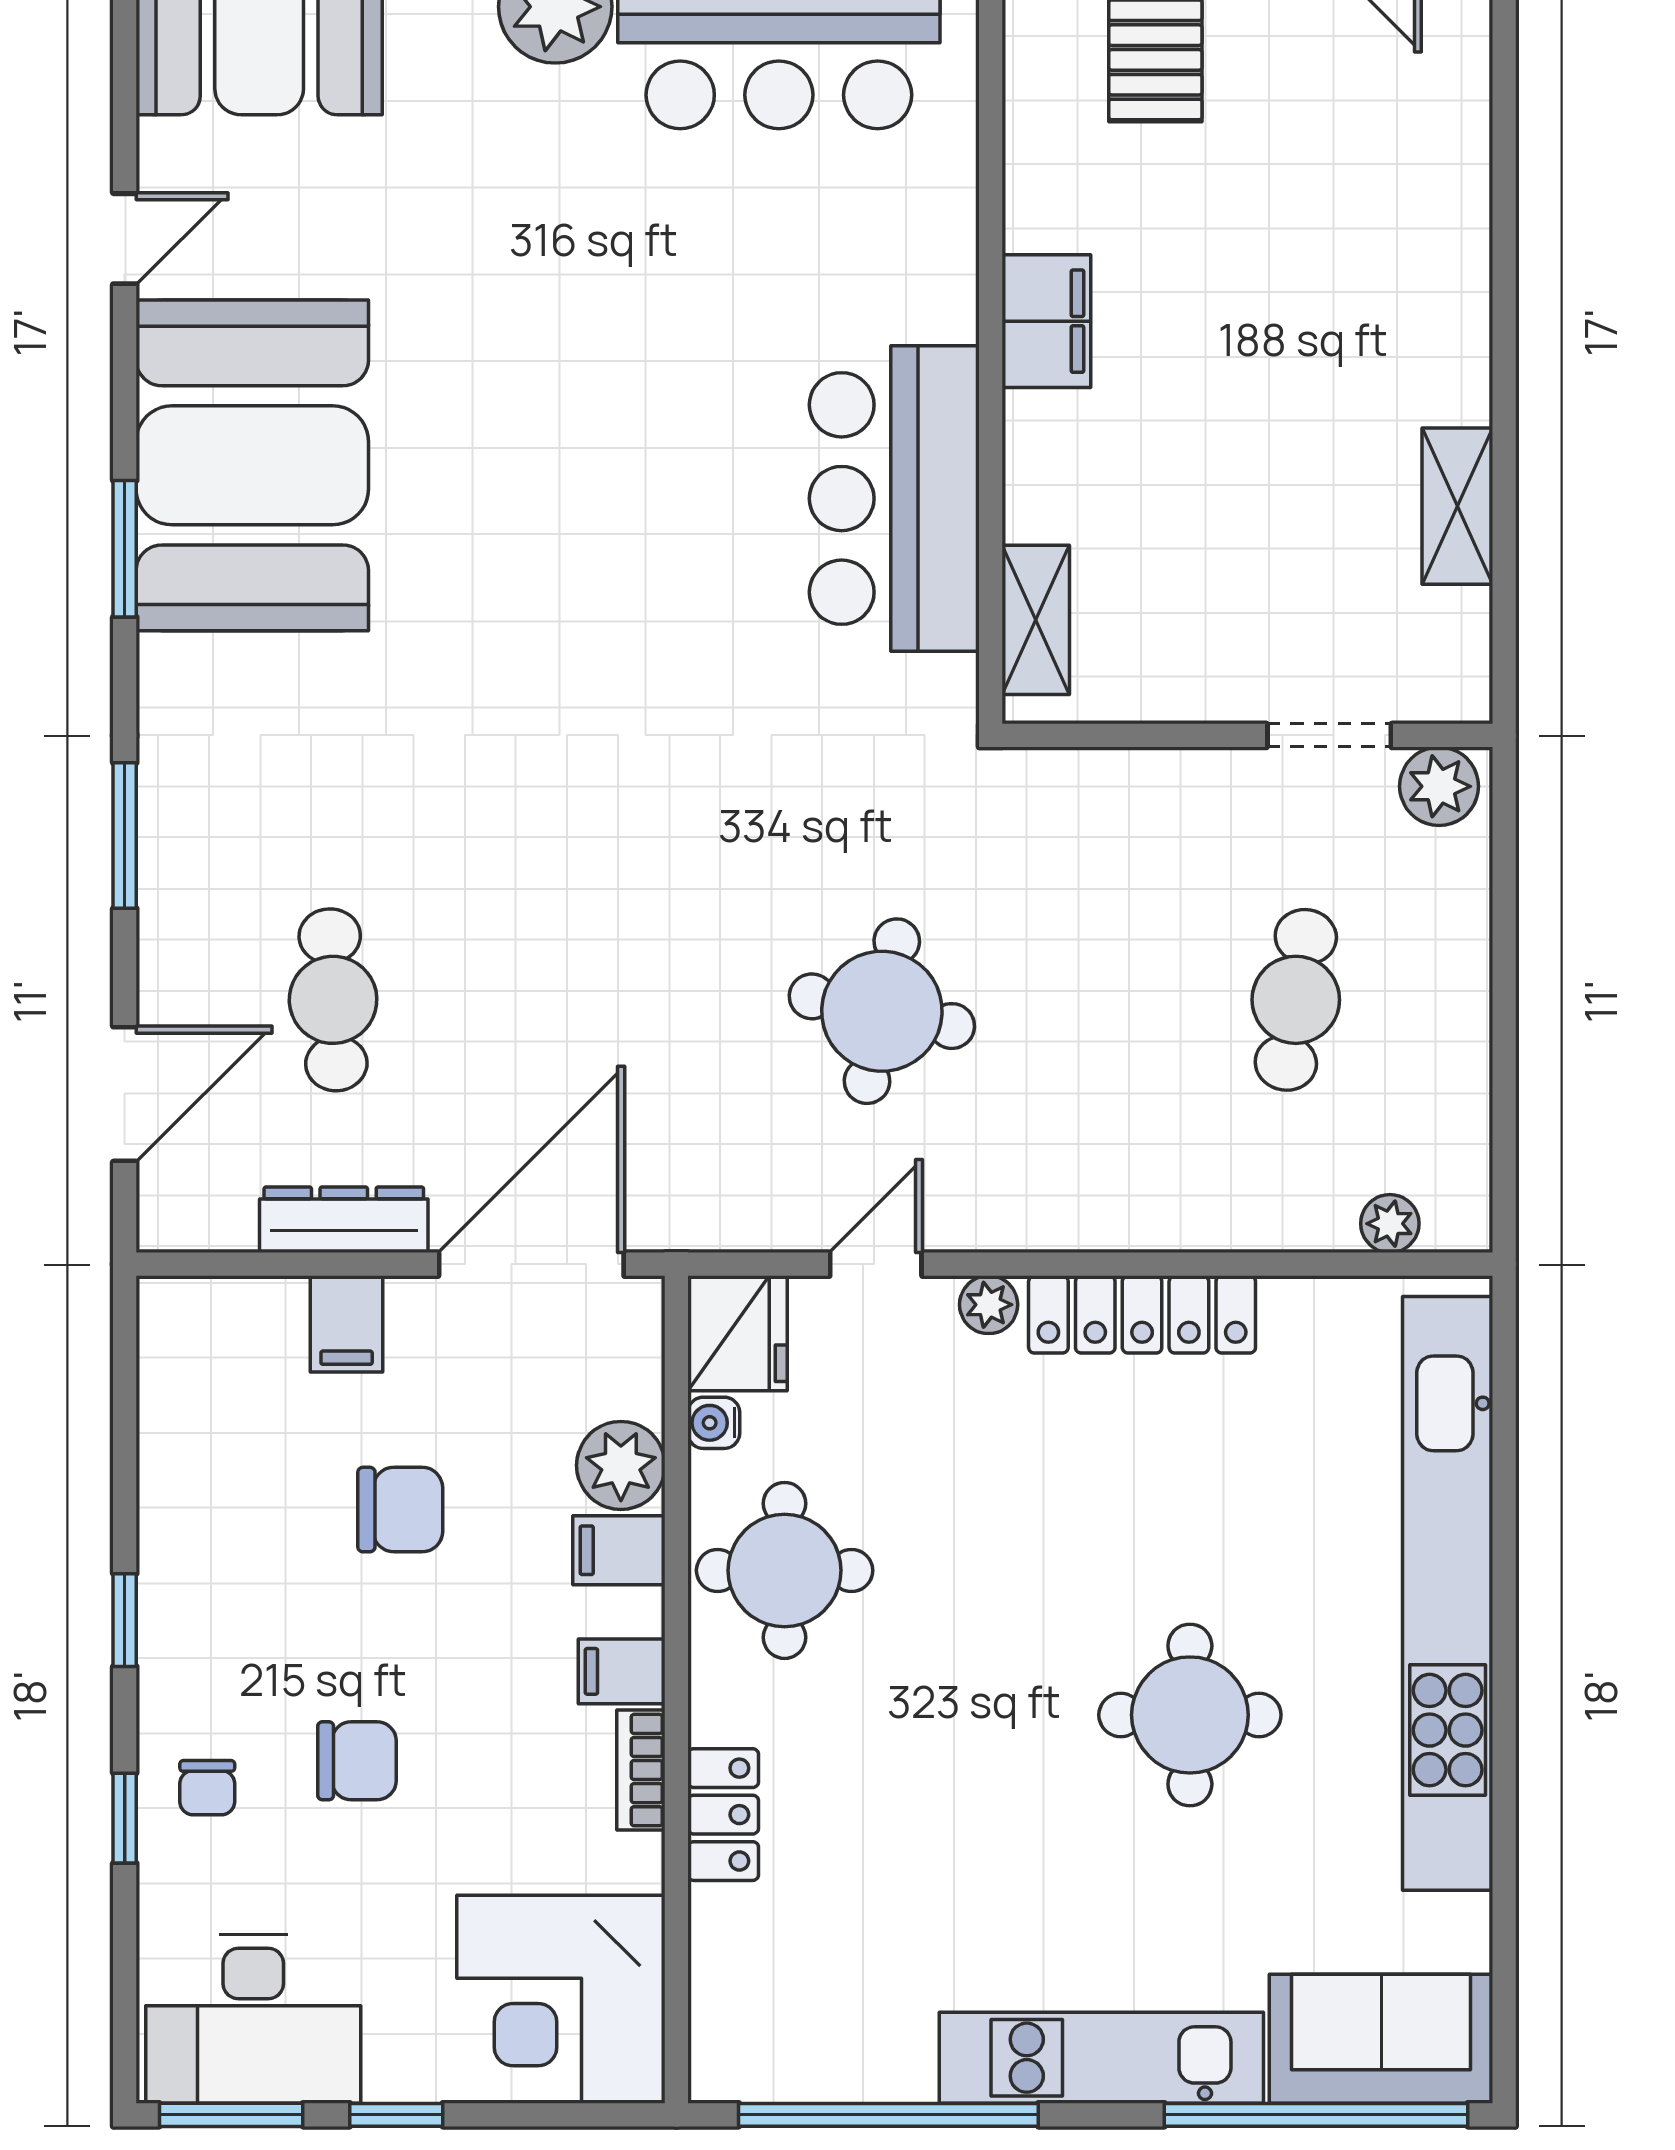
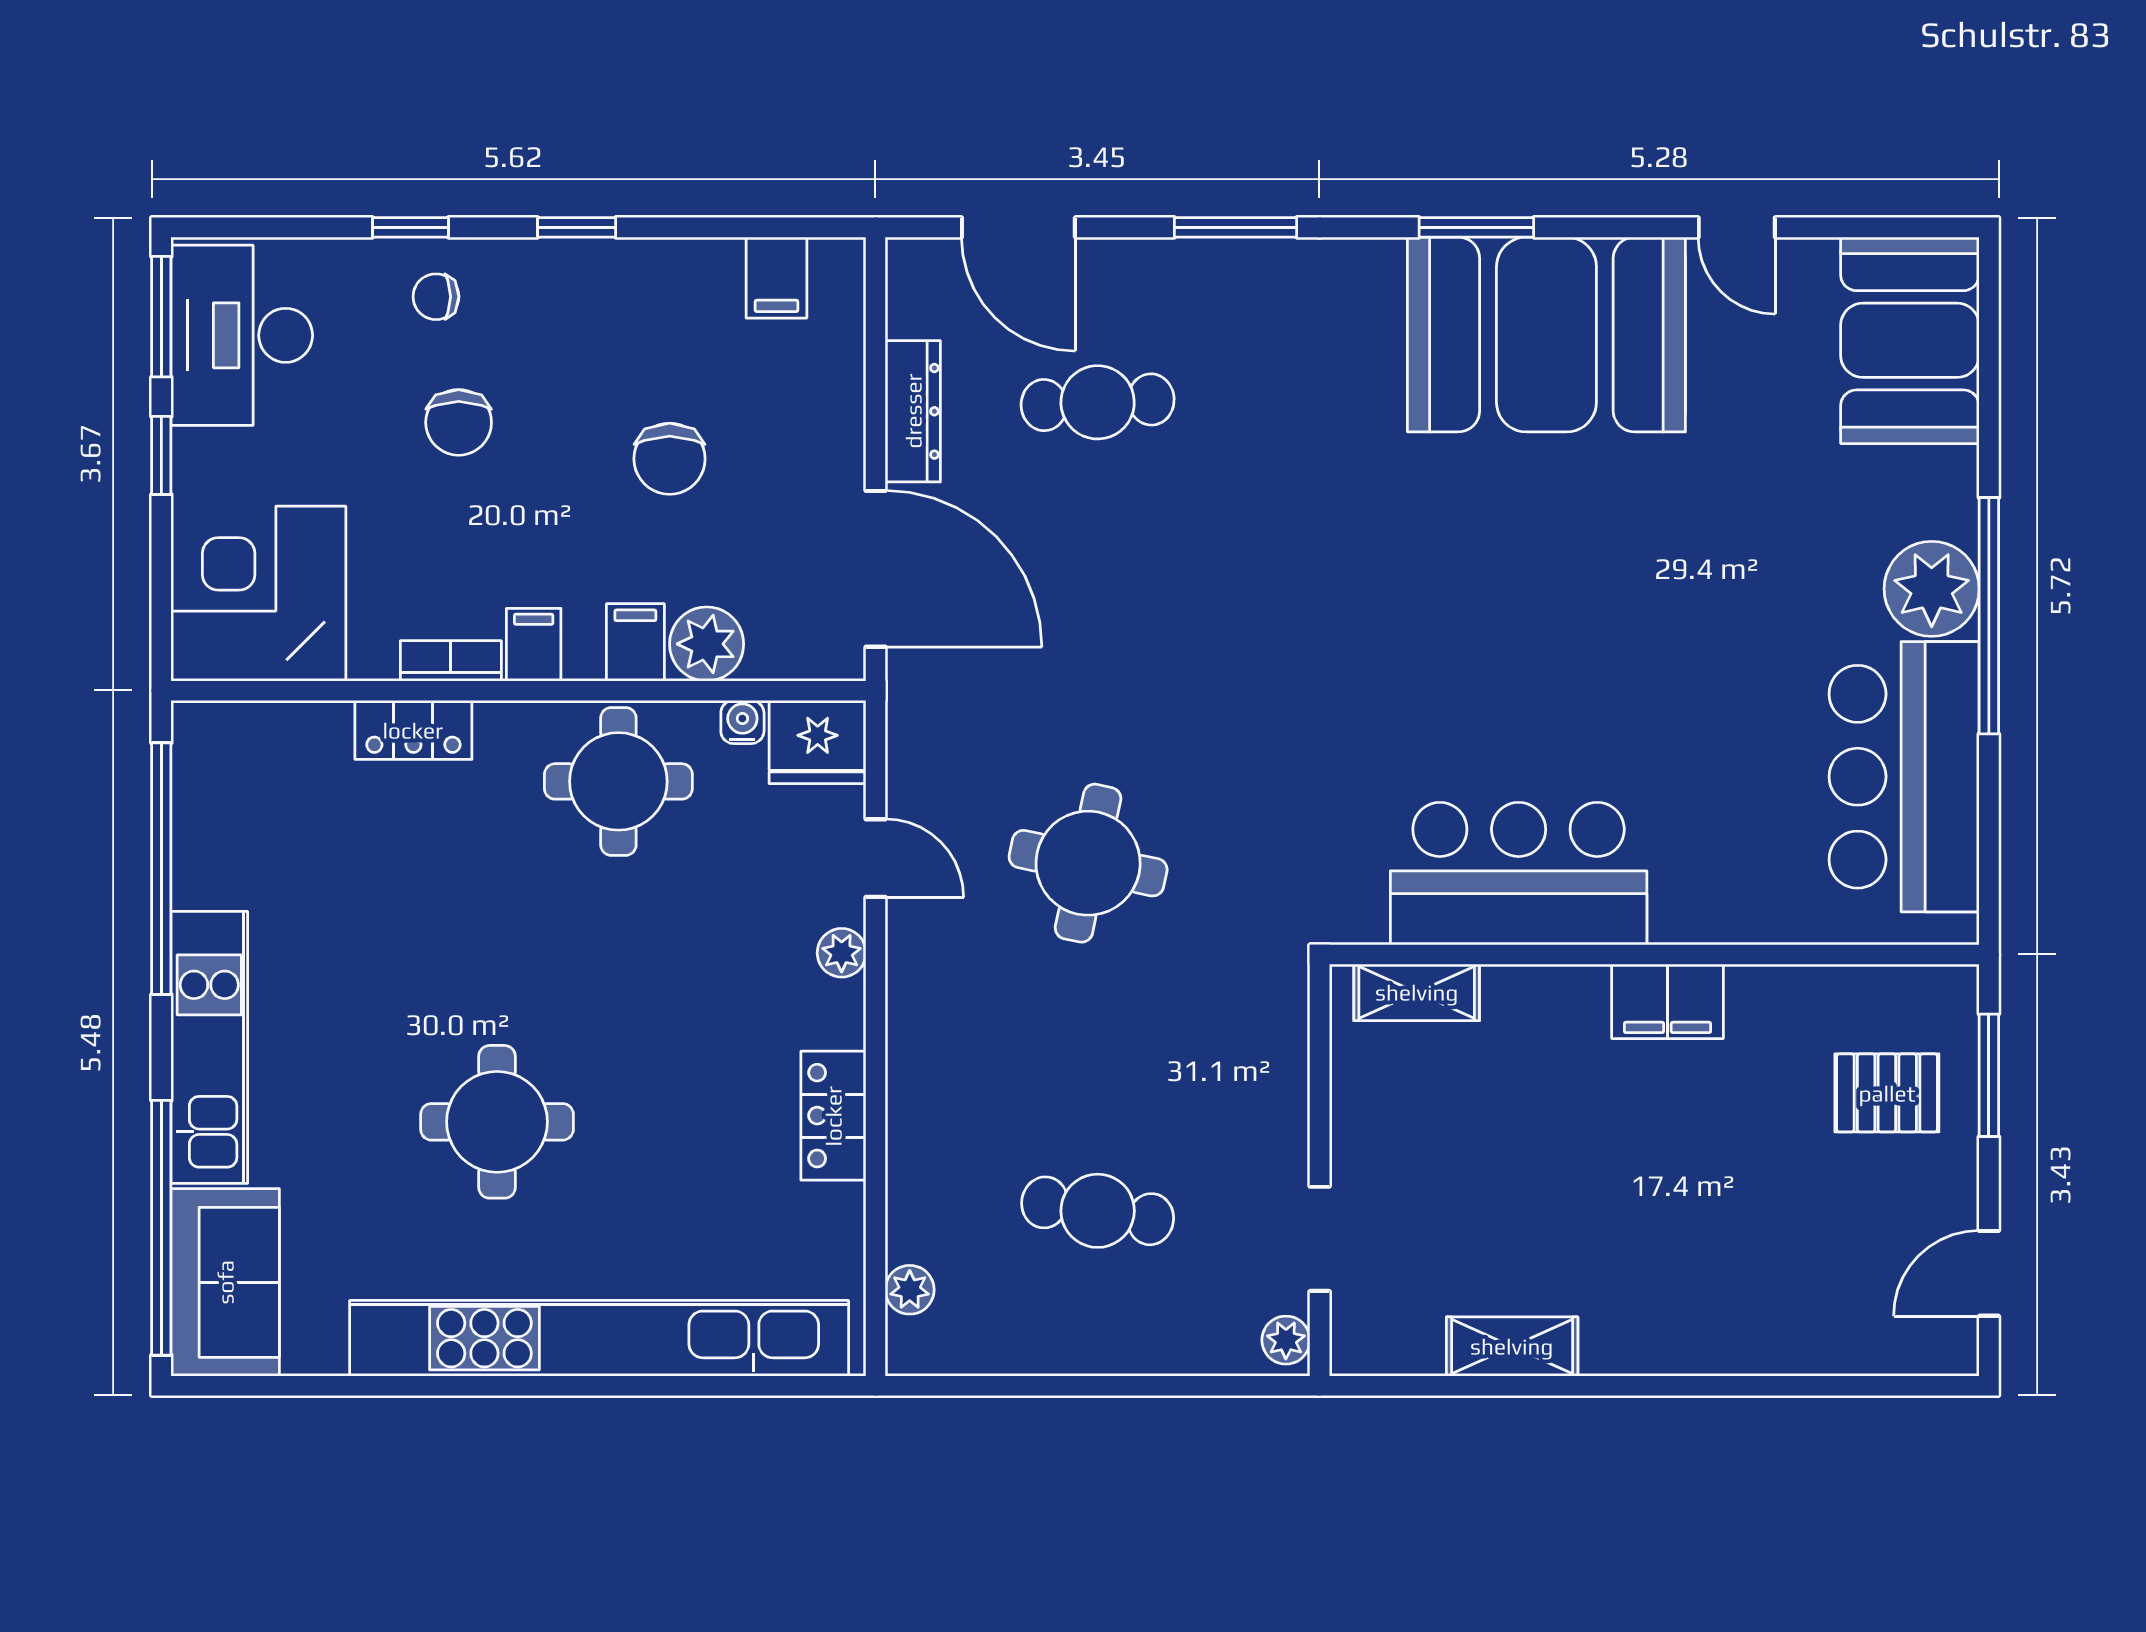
plant: (1439, 786) -> (1286, 1340), width x0.73, depth x0.73
locker: (1142, 1314) -> (833, 1116), width x0.66
filing cabinet: (347, 1324) -> (776, 278), moved, turned -90

